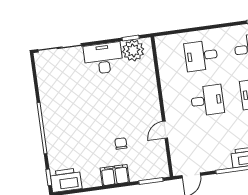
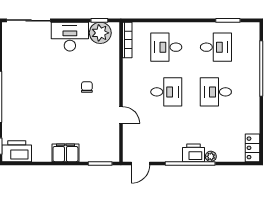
bookcase: (161, 54) -> (127, 40), added
door: (165, 130) -> (121, 115), swing flipped
chair: (121, 144) -> (87, 87), moved

